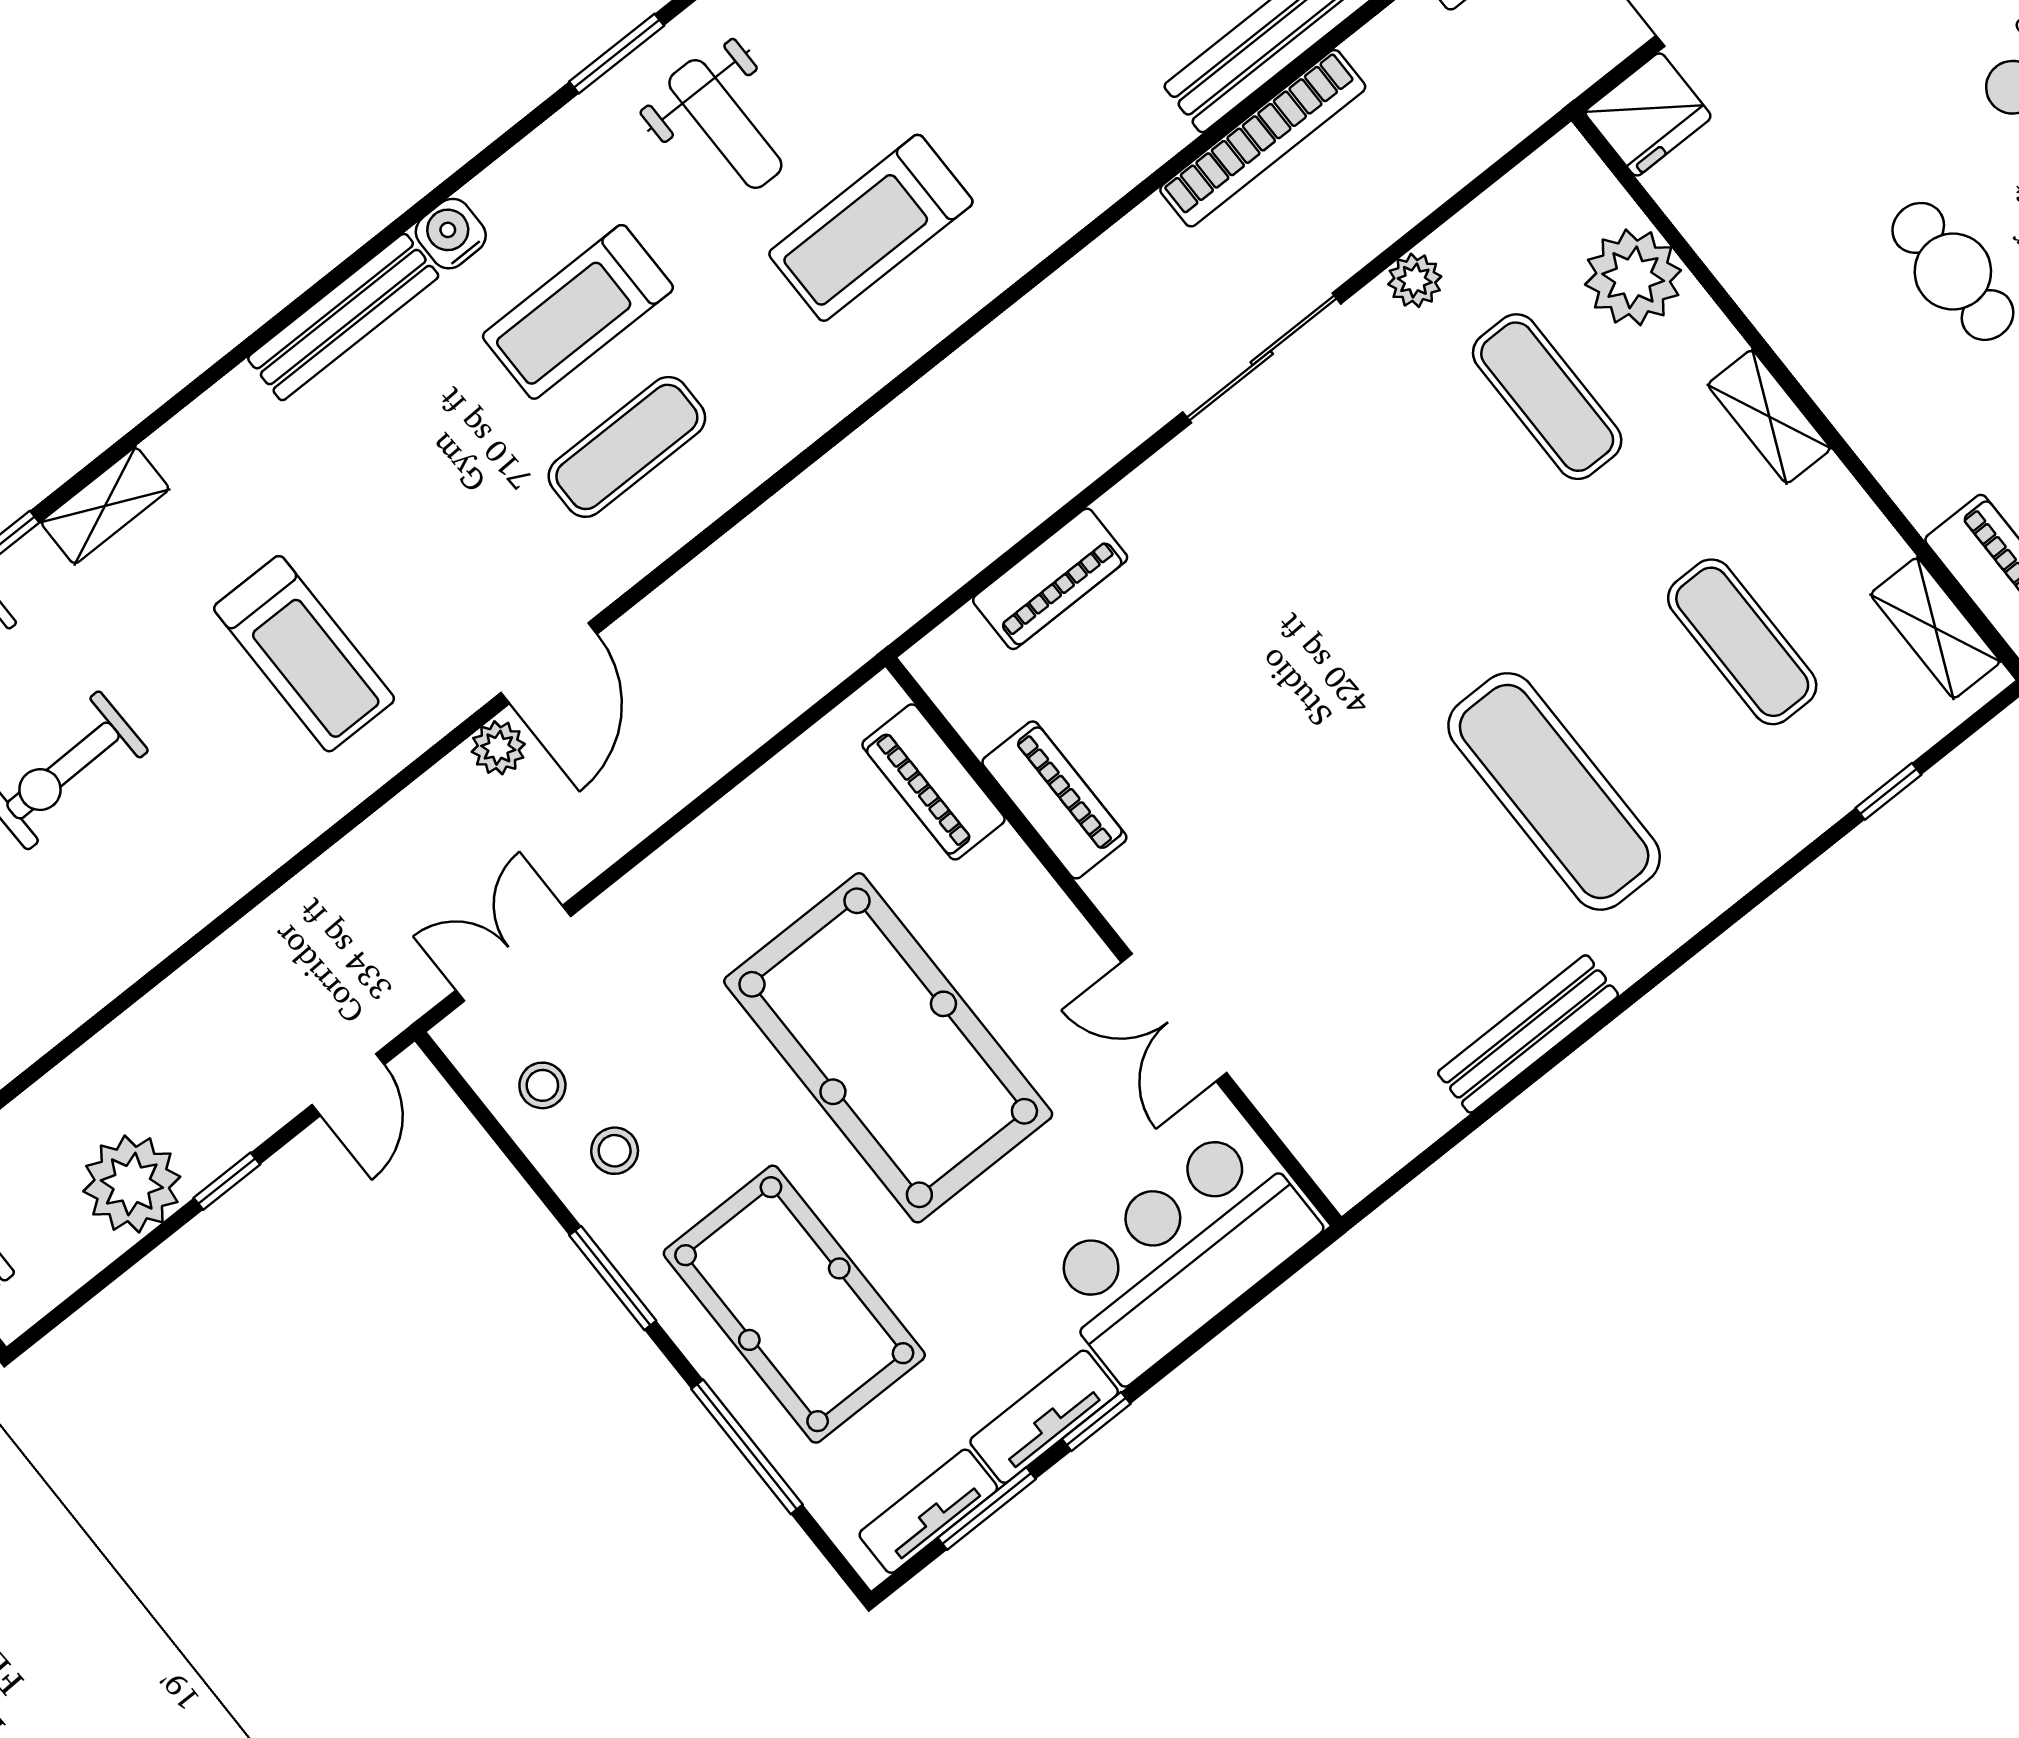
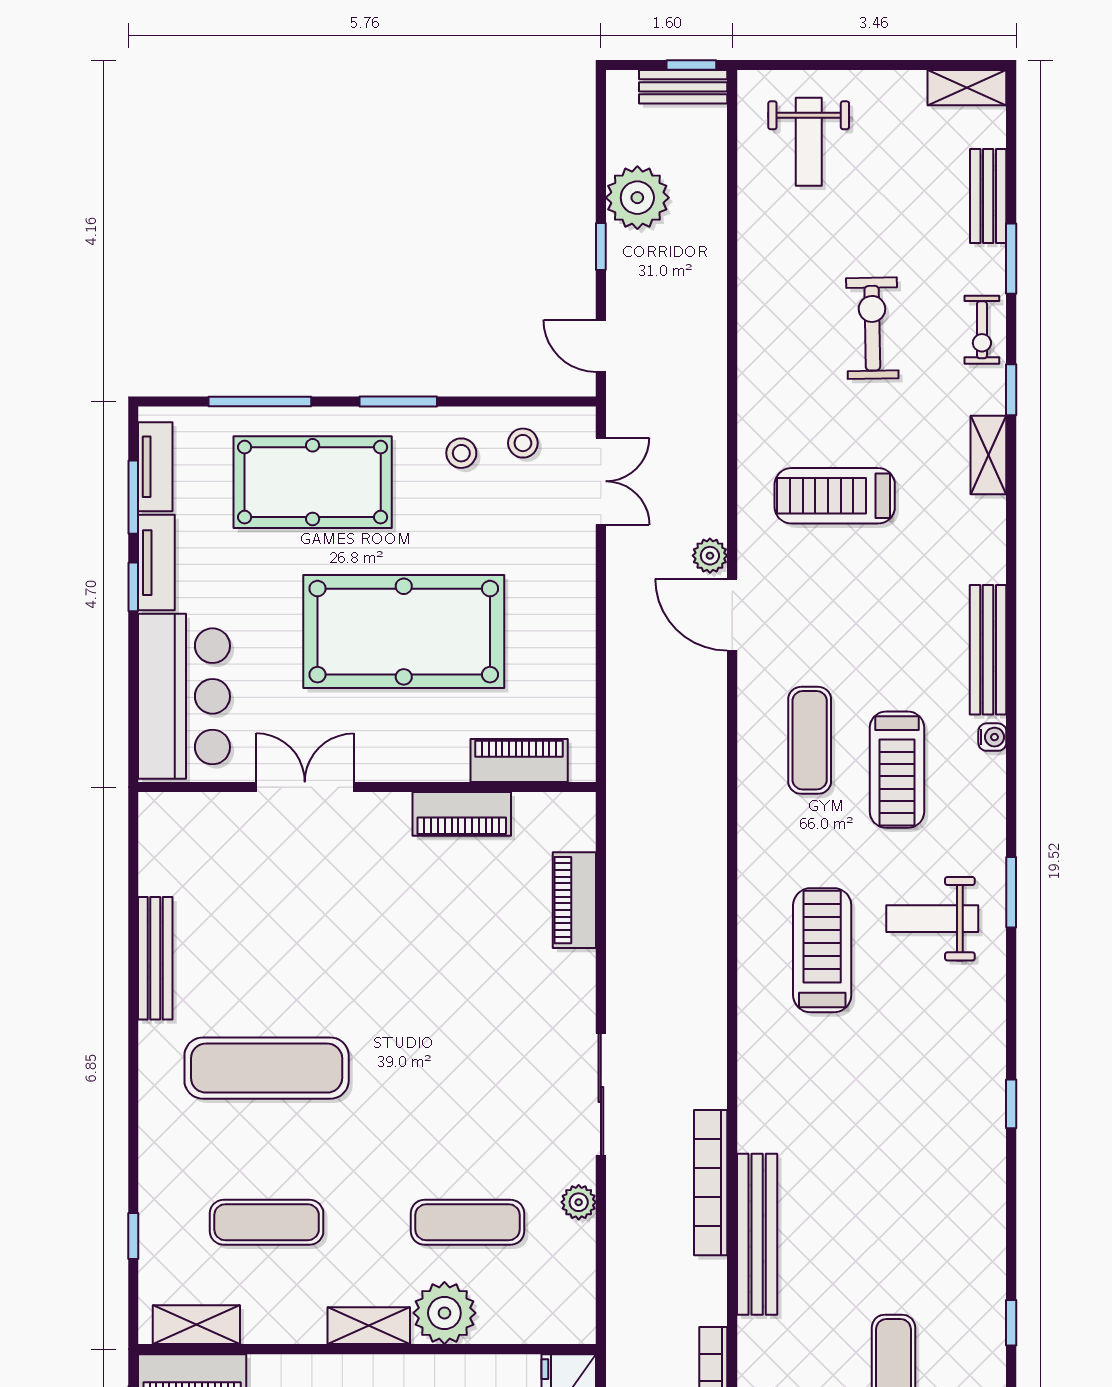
water cooler: (451, 234) -> (992, 737), width x0.72, depth x0.72
plant: (1633, 277) -> (444, 1313), moved
treadmill: (578, 312) -> (897, 770), turned 180

